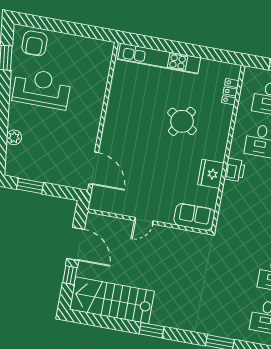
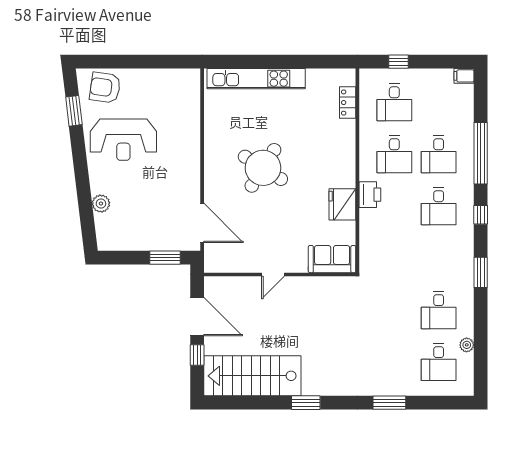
armchair: (35, 43) -> (105, 88), turned 98
reception desk: (42, 89) -> (123, 140), turned 180
round table: (182, 121) -> (263, 168), moved, width x1.36, depth x1.36
window: (30, 186) -> (165, 258), moved

